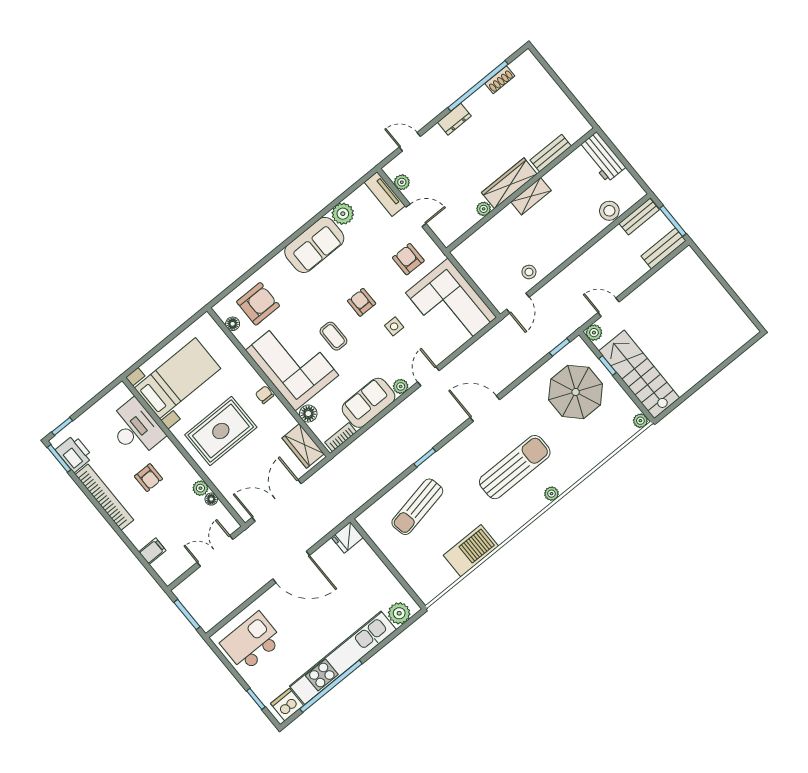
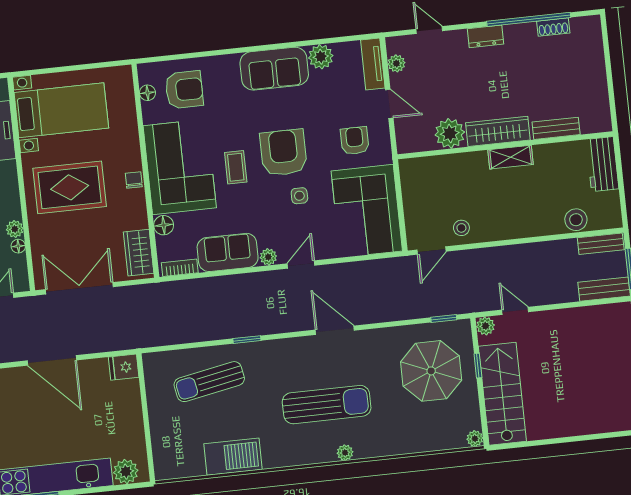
plant: (484, 209) -> (450, 133), width x1.87, depth x1.87
armchair: (362, 302) -> (283, 153), width x1.88, depth x1.88

